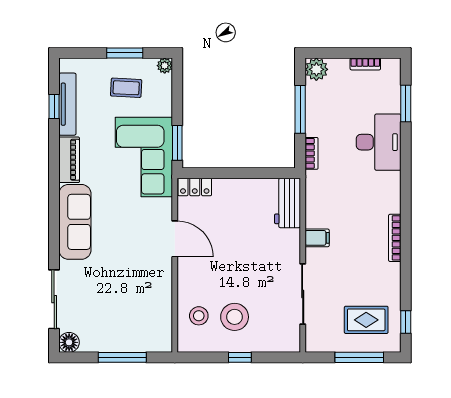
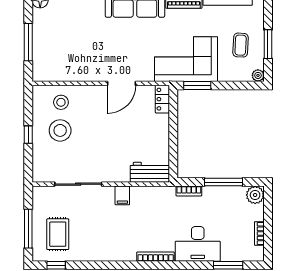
bookcase: (395, 238) -> (156, 257), moved

